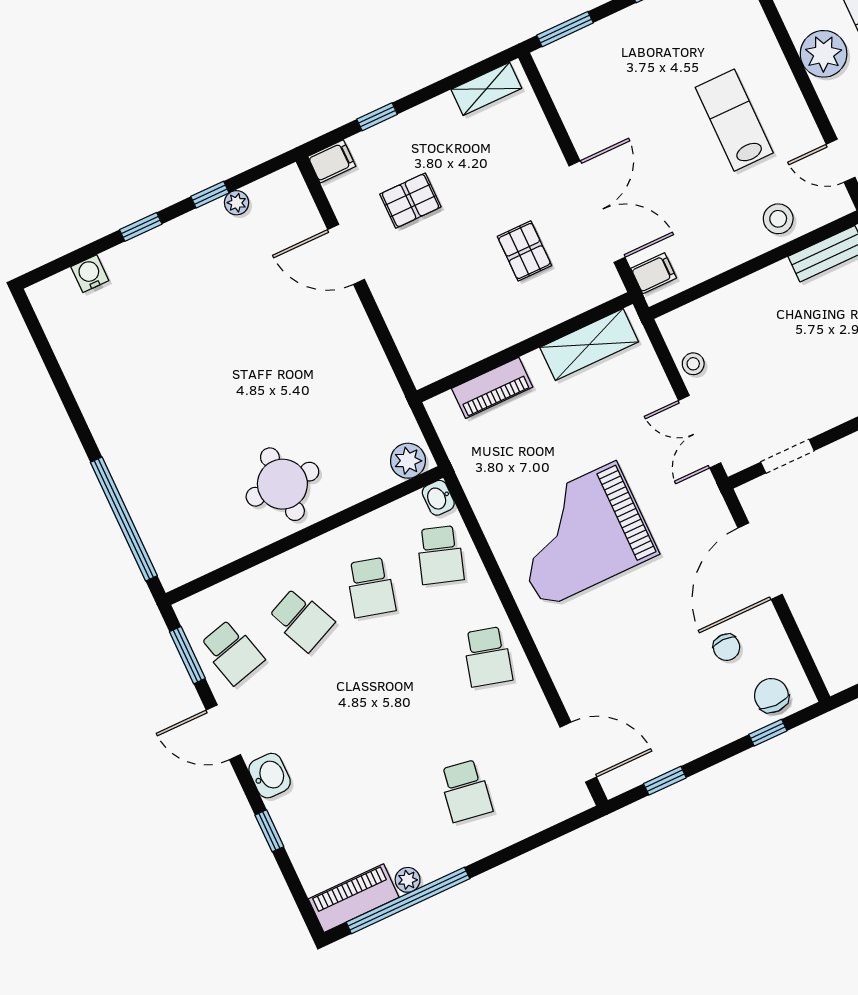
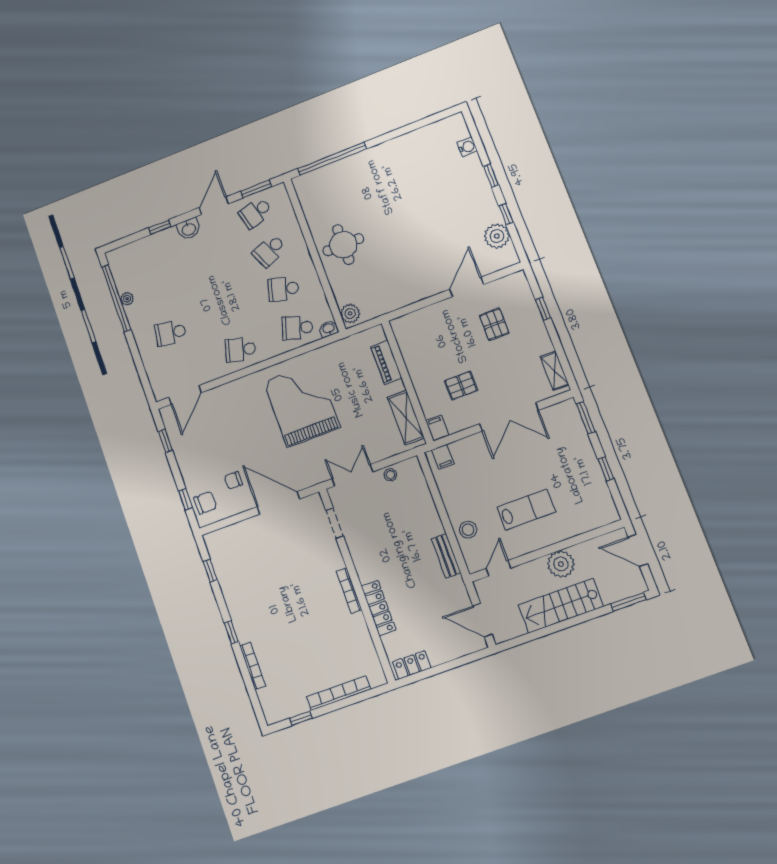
filing cabinet: (332, 161) -> (437, 428), moved, turned 180
plant: (237, 203) -> (497, 236), width x1.87, depth x1.87
double door: (597, 212) -> (509, 417), moved
piano: (354, 898) -> (120, 270), removed

